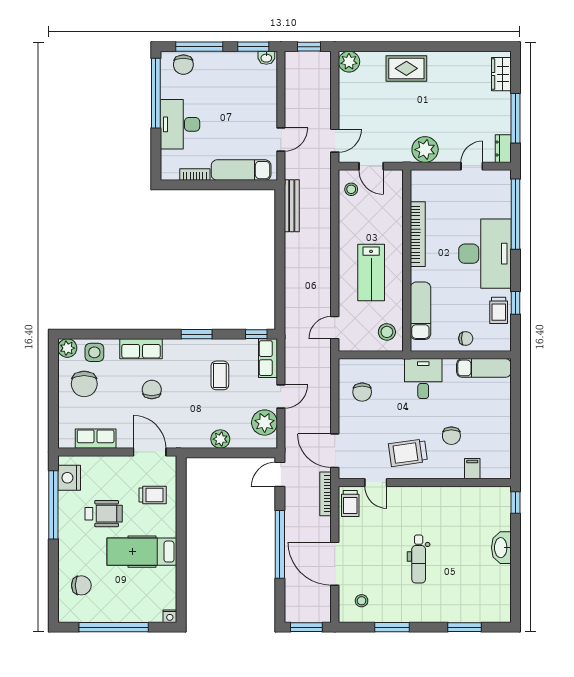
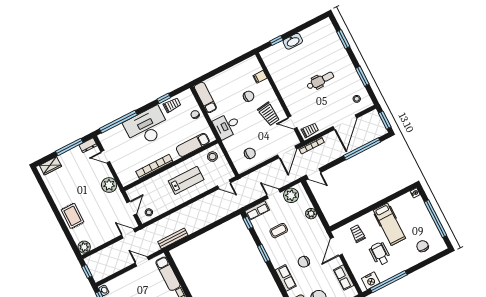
door: (376, 483) -> (292, 123), swing flipped
window: (515, 502) -> (276, 41), moved
window: (280, 544) -> (362, 149), moved

